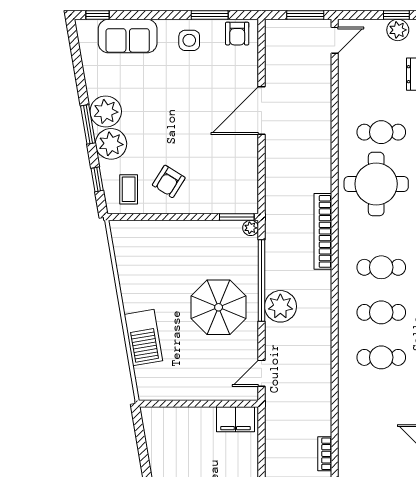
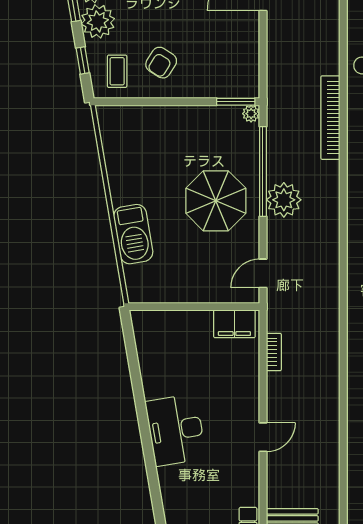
bookcase: (325, 454) -> (274, 352), moved, turned 180

